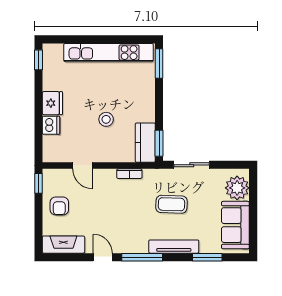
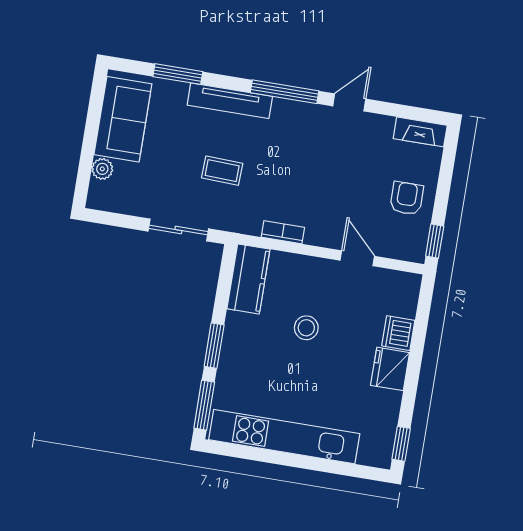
window: (159, 143) -> (214, 346), moved
plant: (237, 188) -> (102, 169), width x0.53, depth x0.53
coffee table: (171, 204) -> (222, 171), width x0.73, depth x0.77
fireplace: (63, 245) -> (420, 132), width x0.73, depth x0.76
door: (103, 257) -> (349, 102), swing flipped

